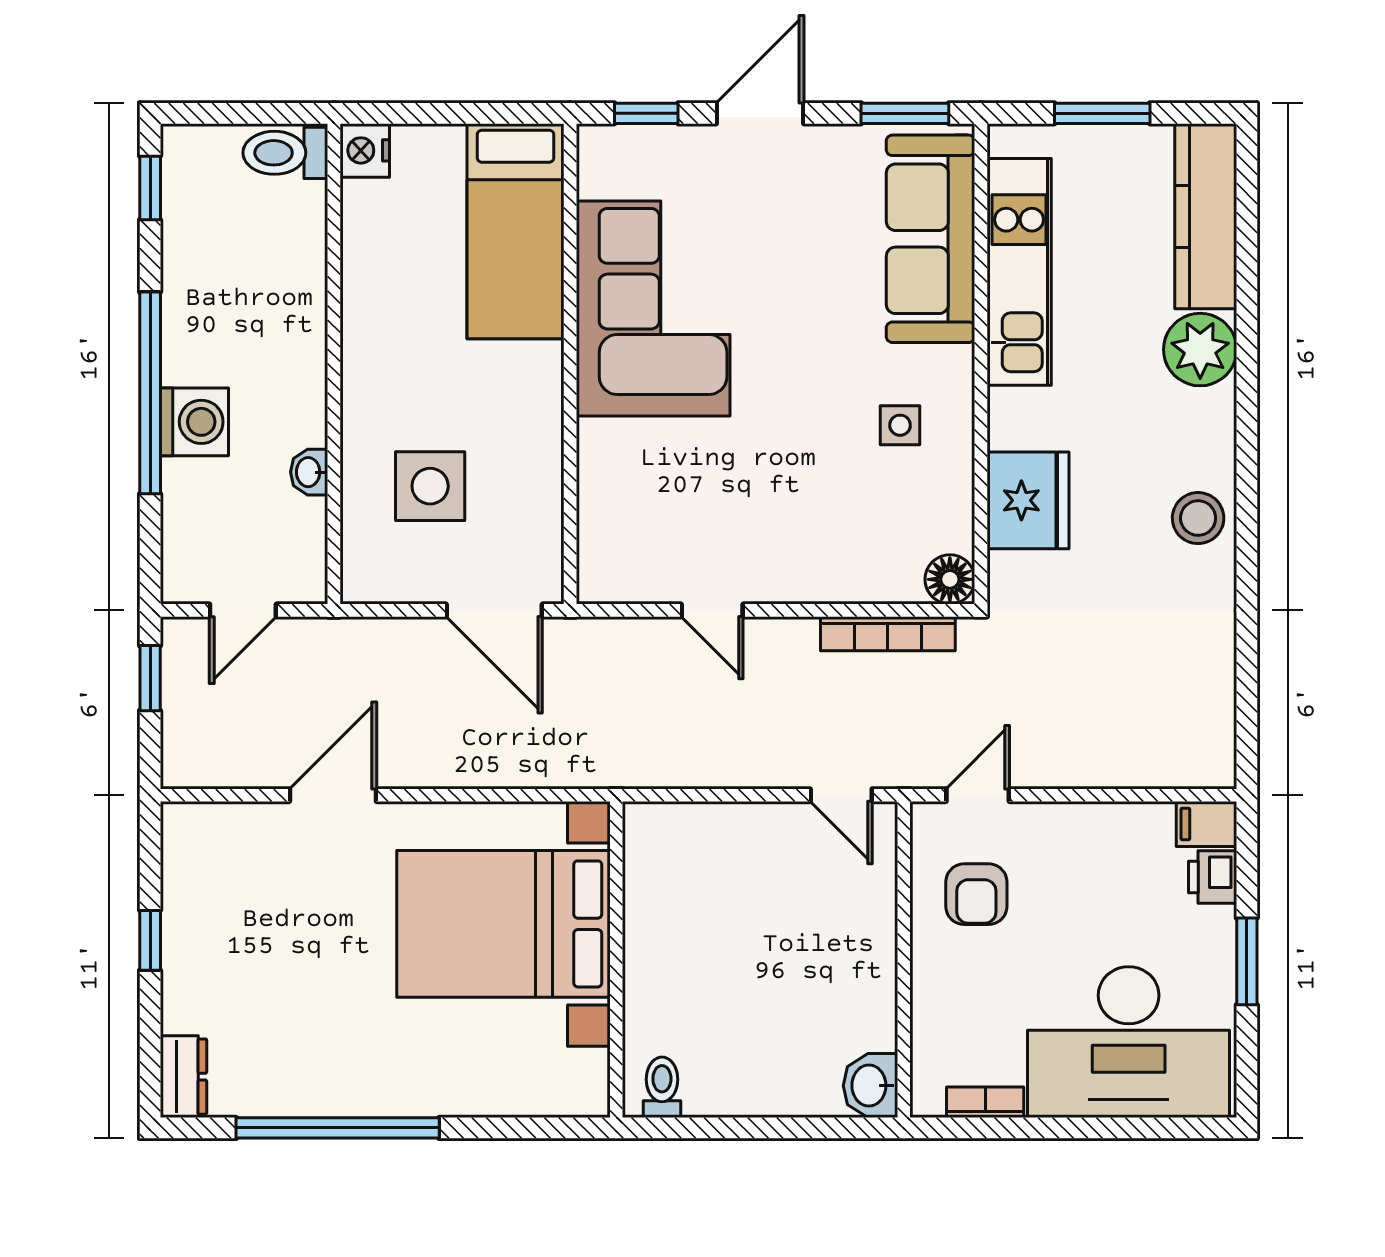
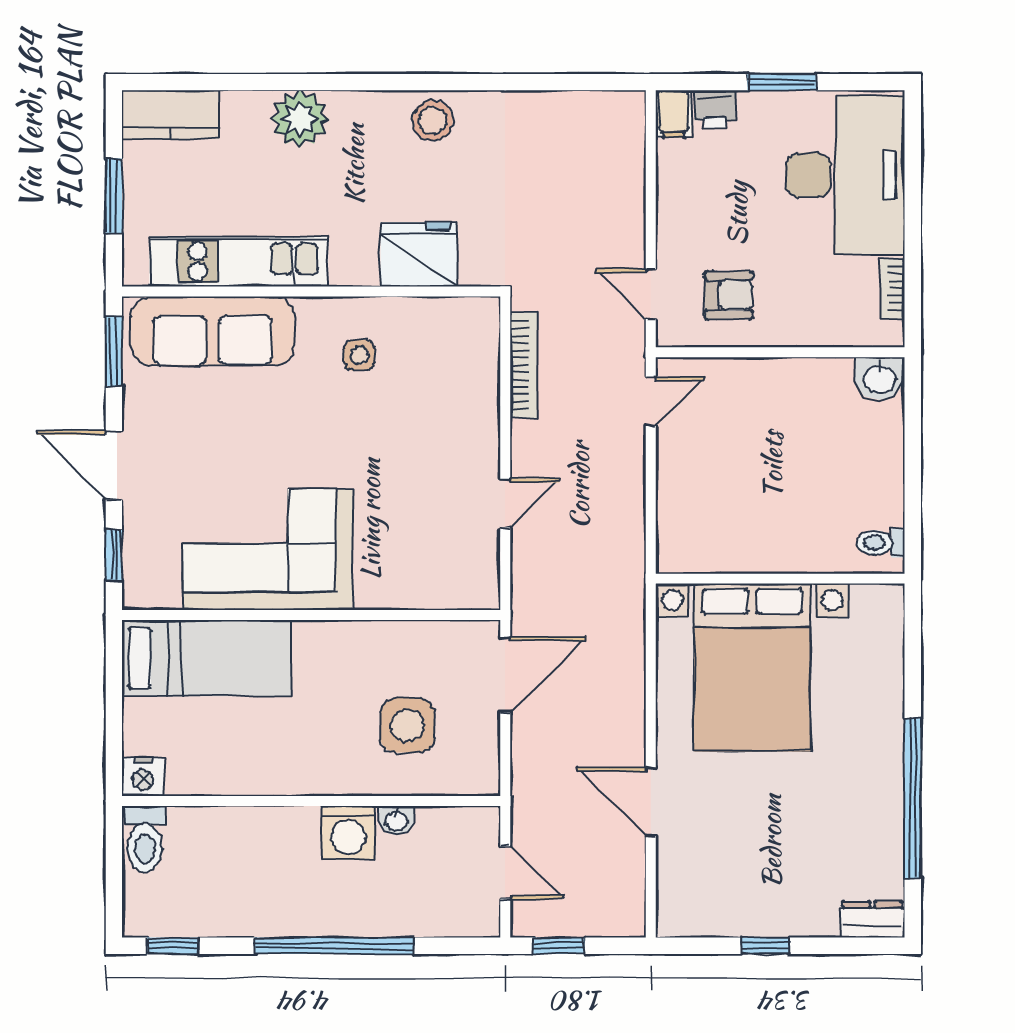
kitchen counter: (1206, 216) -> (171, 115), width x0.67
washing machine: (194, 422) -> (348, 833), moved, turned 180
floor lamp: (950, 579) -> (481, 316), removed

